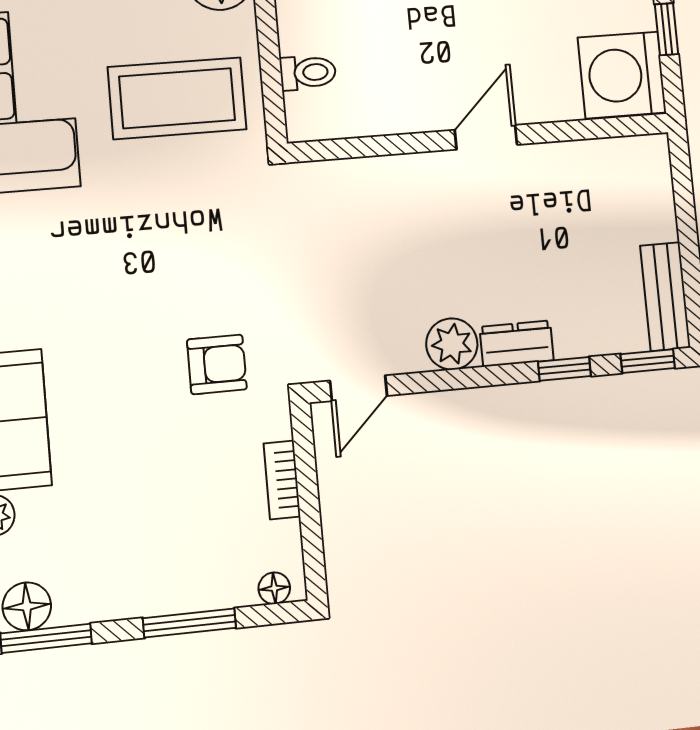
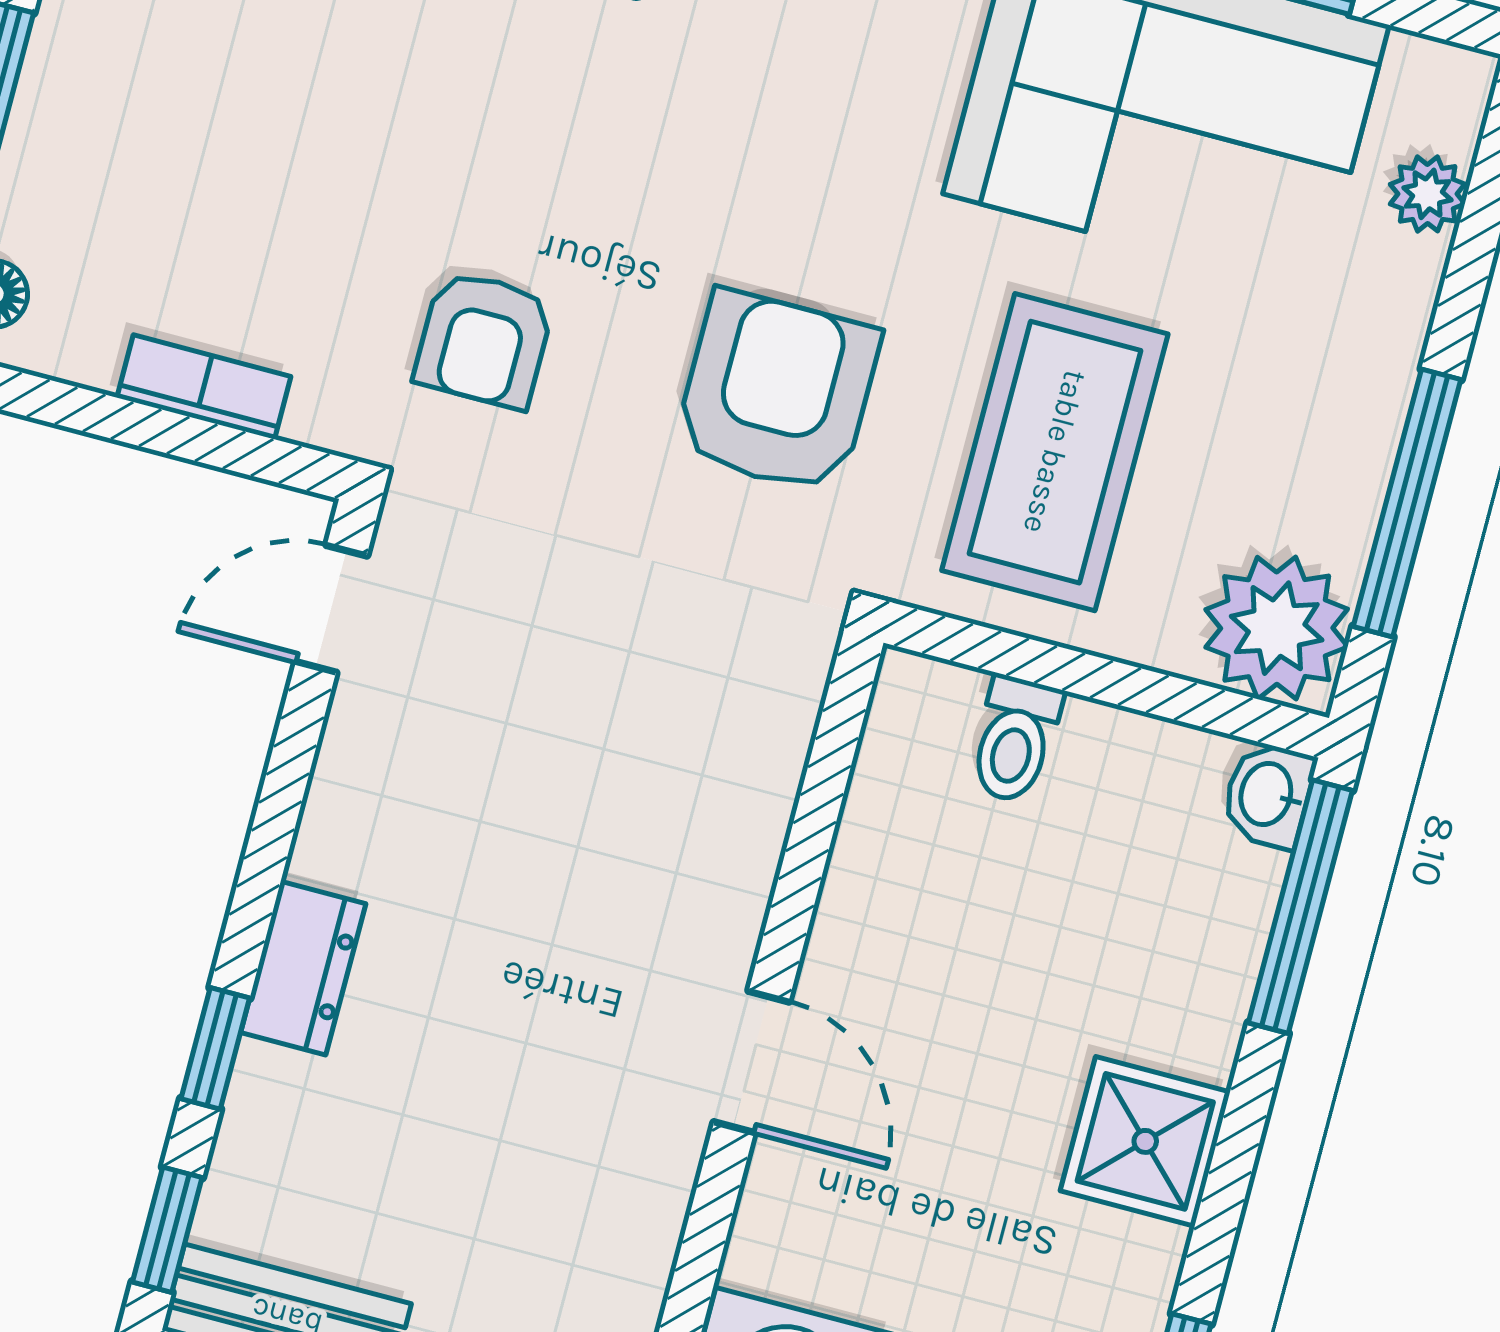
armchair: (194, 228) -> (777, 392), added
plant: (452, 344) -> (351, 833), removed
door: (358, 388) -> (331, 609), hinge flipped

